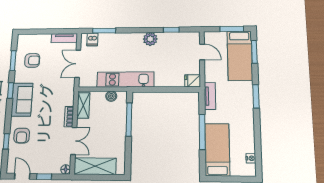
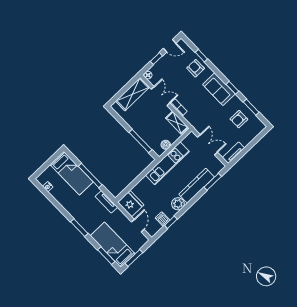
dishwasher: (92, 39) -> (163, 219), moved
kitchen counter: (120, 40) -> (197, 186), added
door: (202, 52) -> (138, 226), swing flipped
fridge: (193, 81) -> (131, 204), width x1.88, depth x1.34
double door: (74, 141) -> (161, 96), swing flipped

